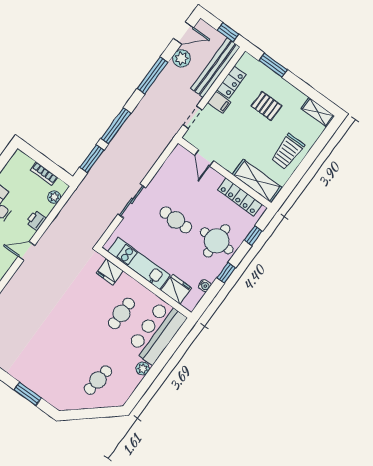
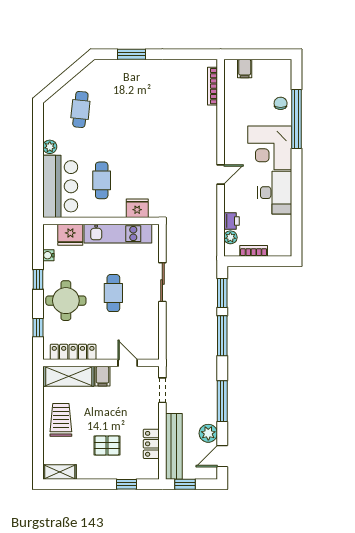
window: (273, 65) -> (127, 484), width x0.67
filing cabinet: (219, 102) -> (103, 376), moved, turned -90
printer: (36, 220) -> (231, 221), moved
cafe table: (176, 220) -> (113, 293), turned 90

